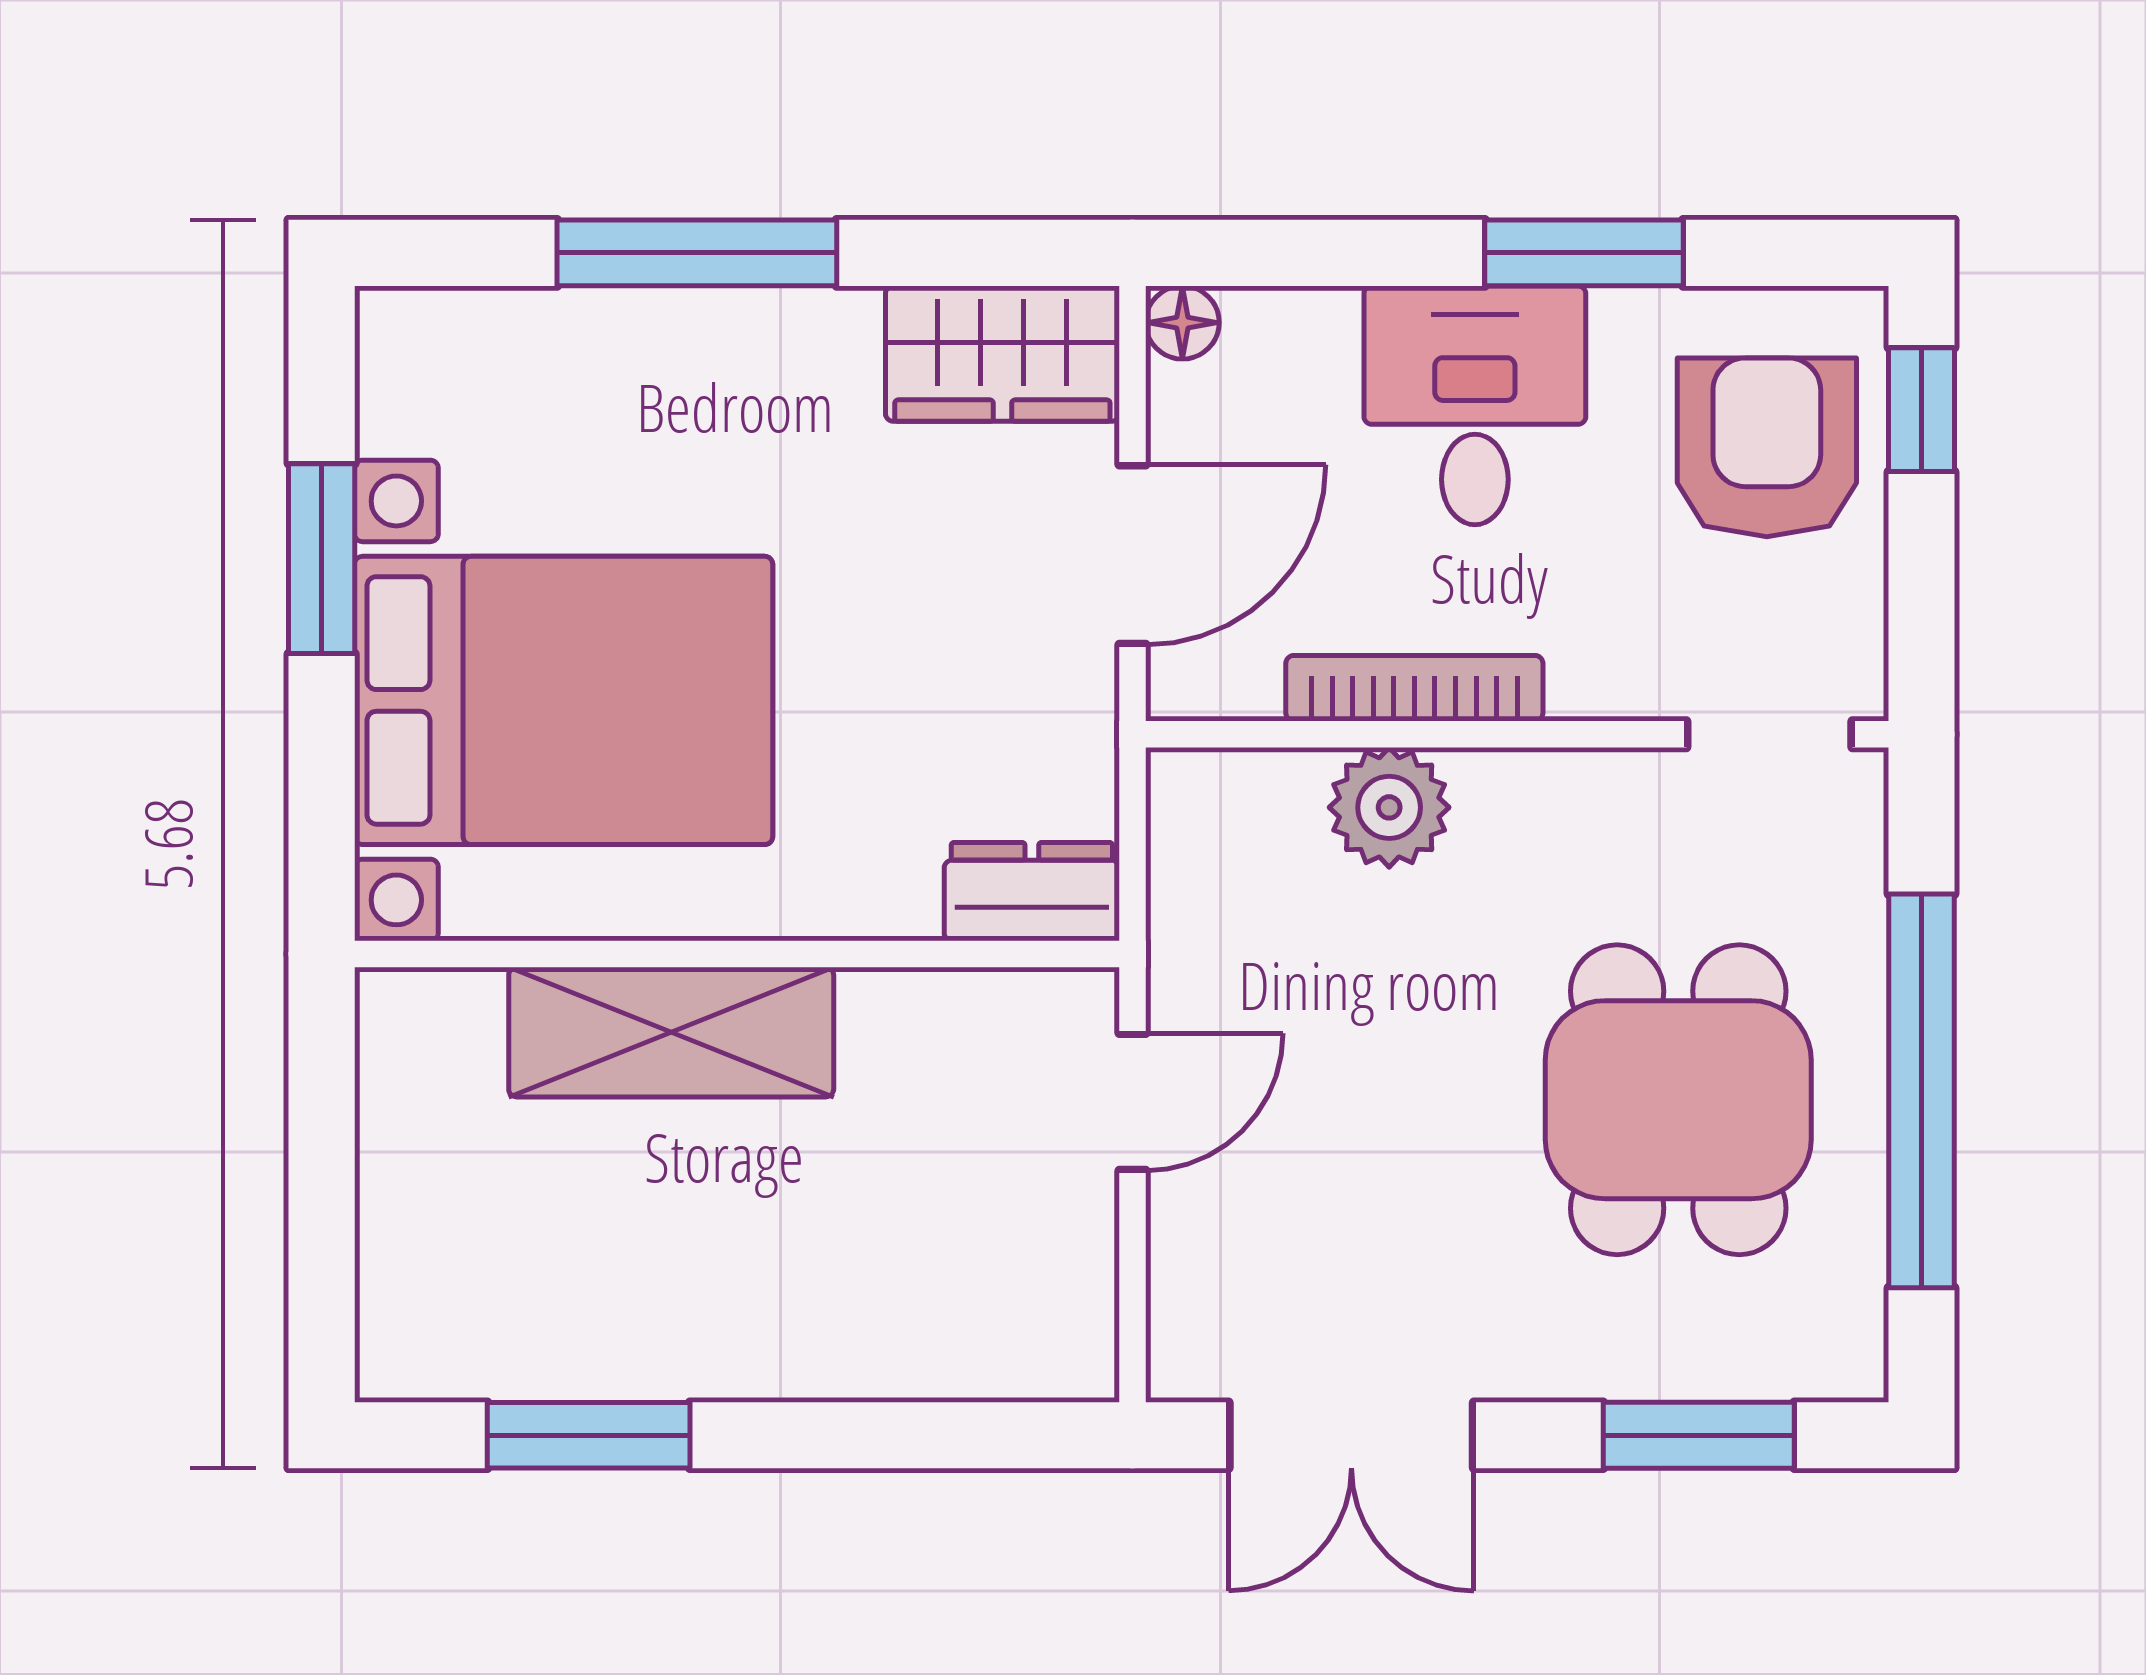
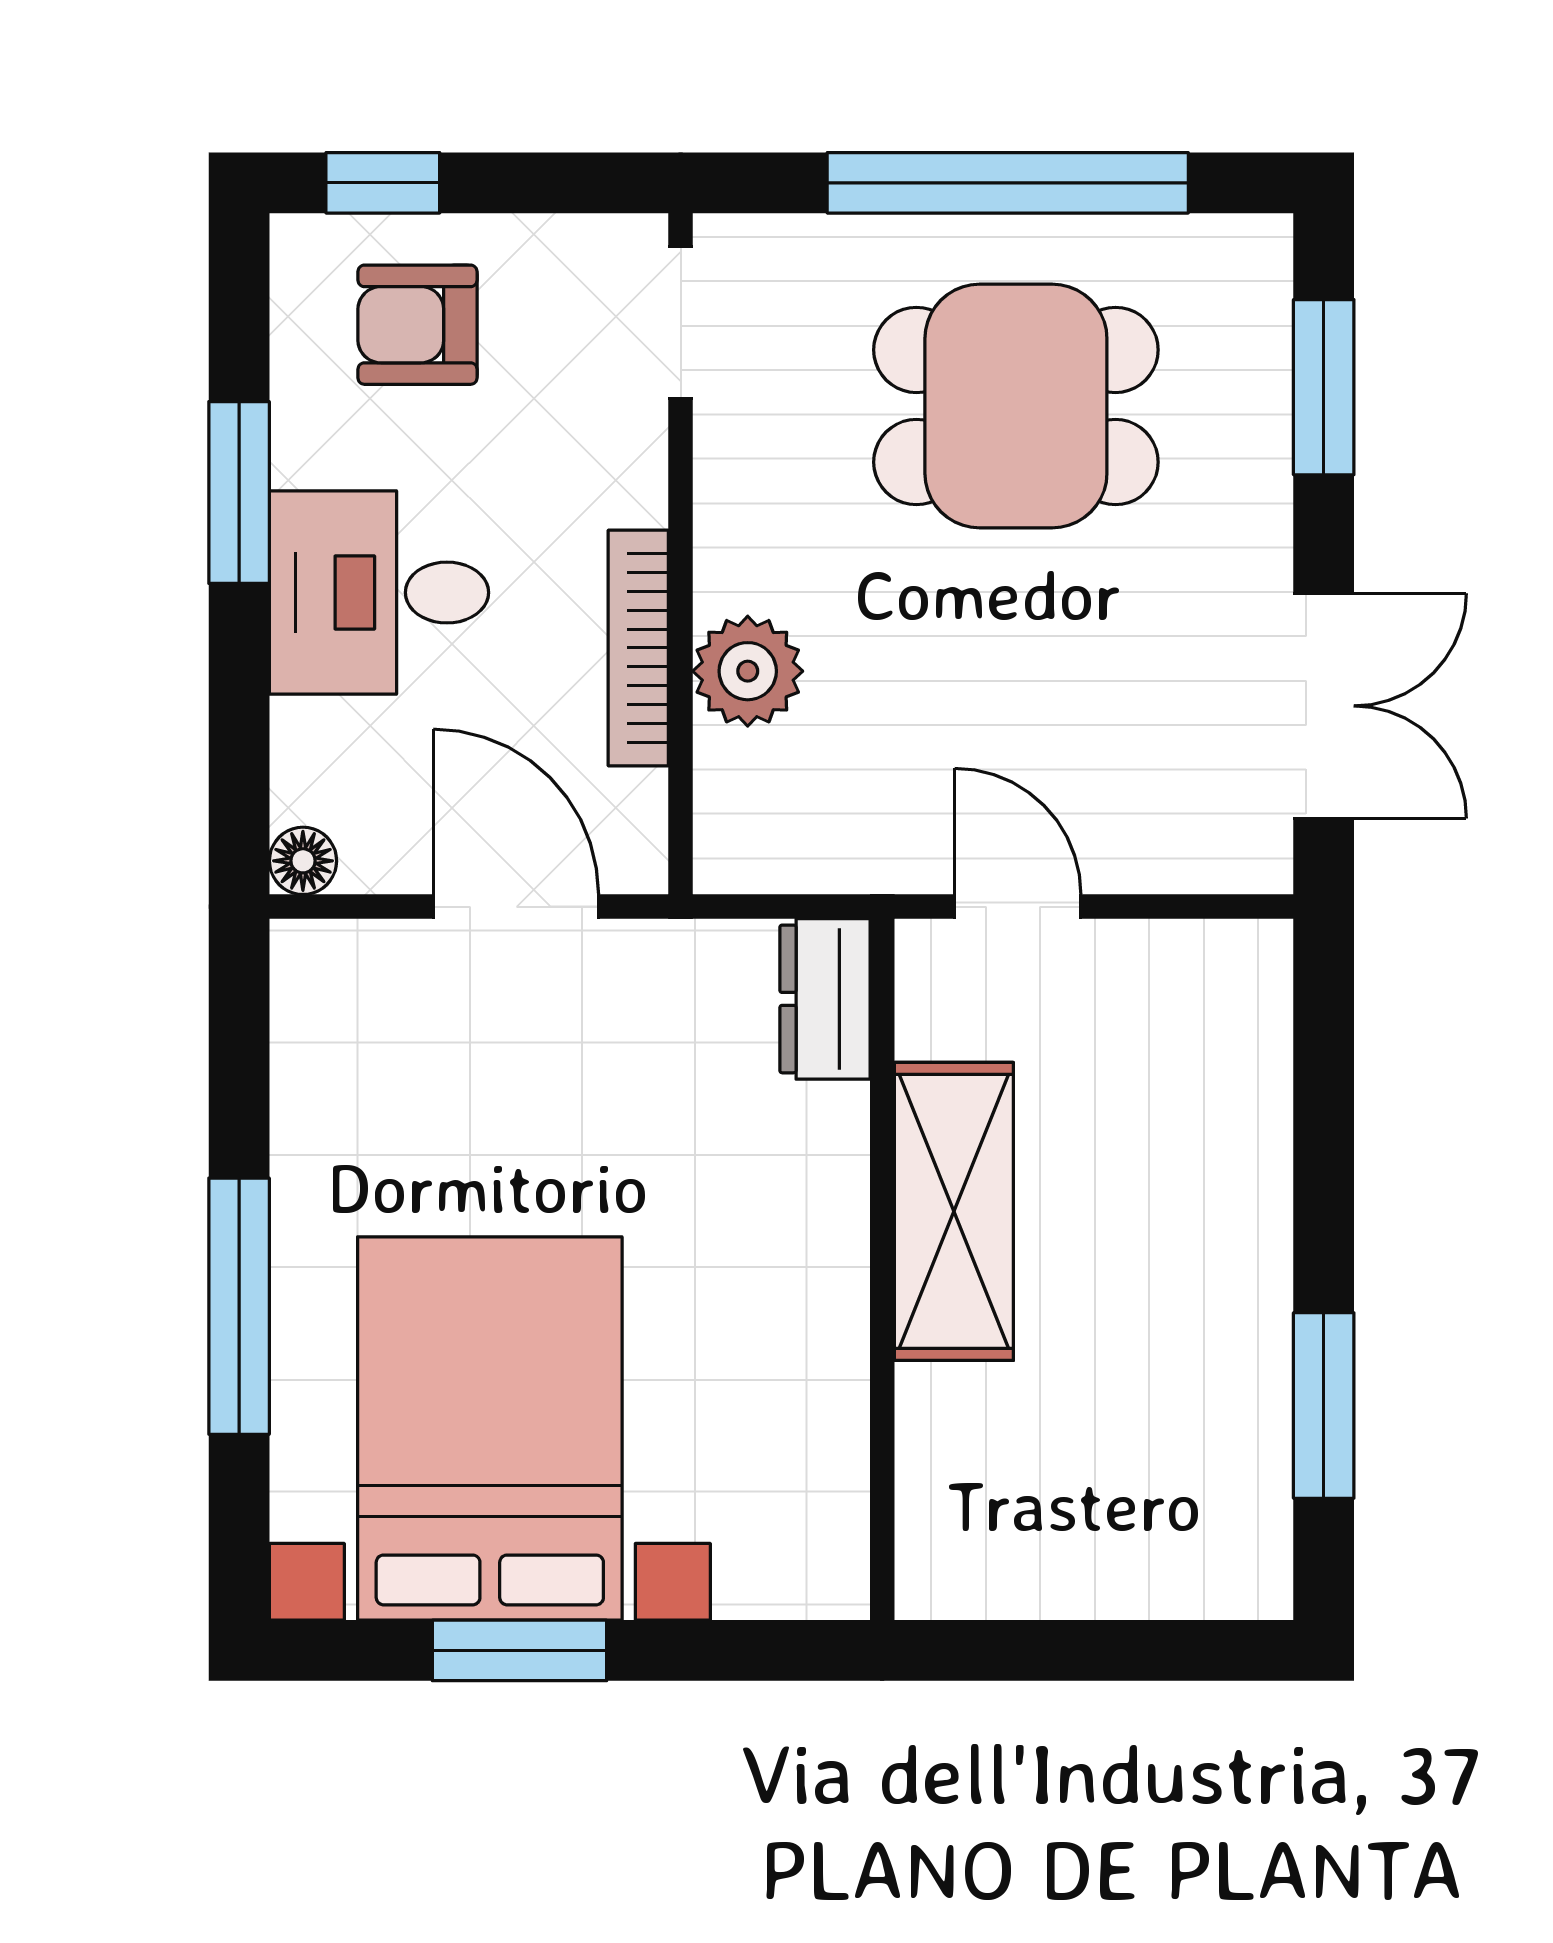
wardrobe: (1002, 354) -> (332, 1026), removed
armchair: (1767, 447) -> (418, 325), width x0.72, depth x0.72
bed with nightstands: (564, 700) -> (490, 1428), moved
shelving: (671, 1032) -> (954, 1211), moved

